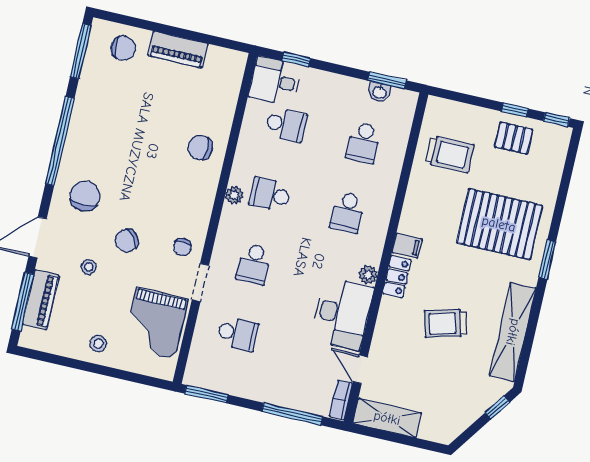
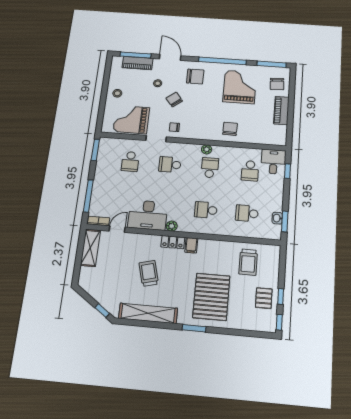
grand piano: (119, 117) -> (240, 87), added

